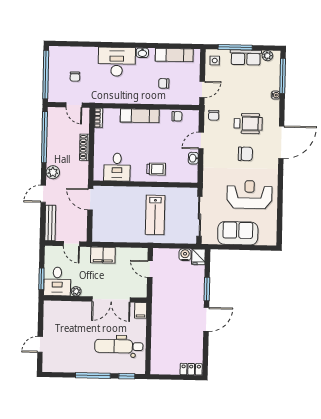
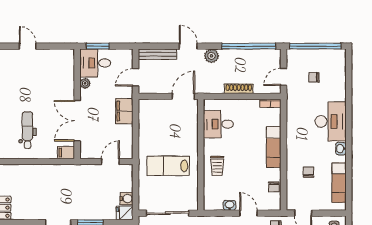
dental chair: (119, 346) -> (27, 130), width x0.73, depth x0.72

